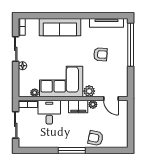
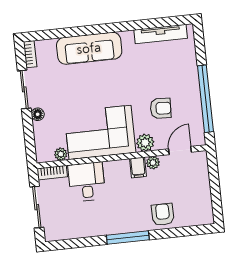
window: (131, 45) -> (205, 99), moved
armchair: (100, 54) -> (161, 108), moved
door: (111, 99) -> (180, 150), swing flipped
filing cabinet: (78, 106) -> (138, 167), width x0.50
armchair: (96, 138) -> (163, 214), turned 78

